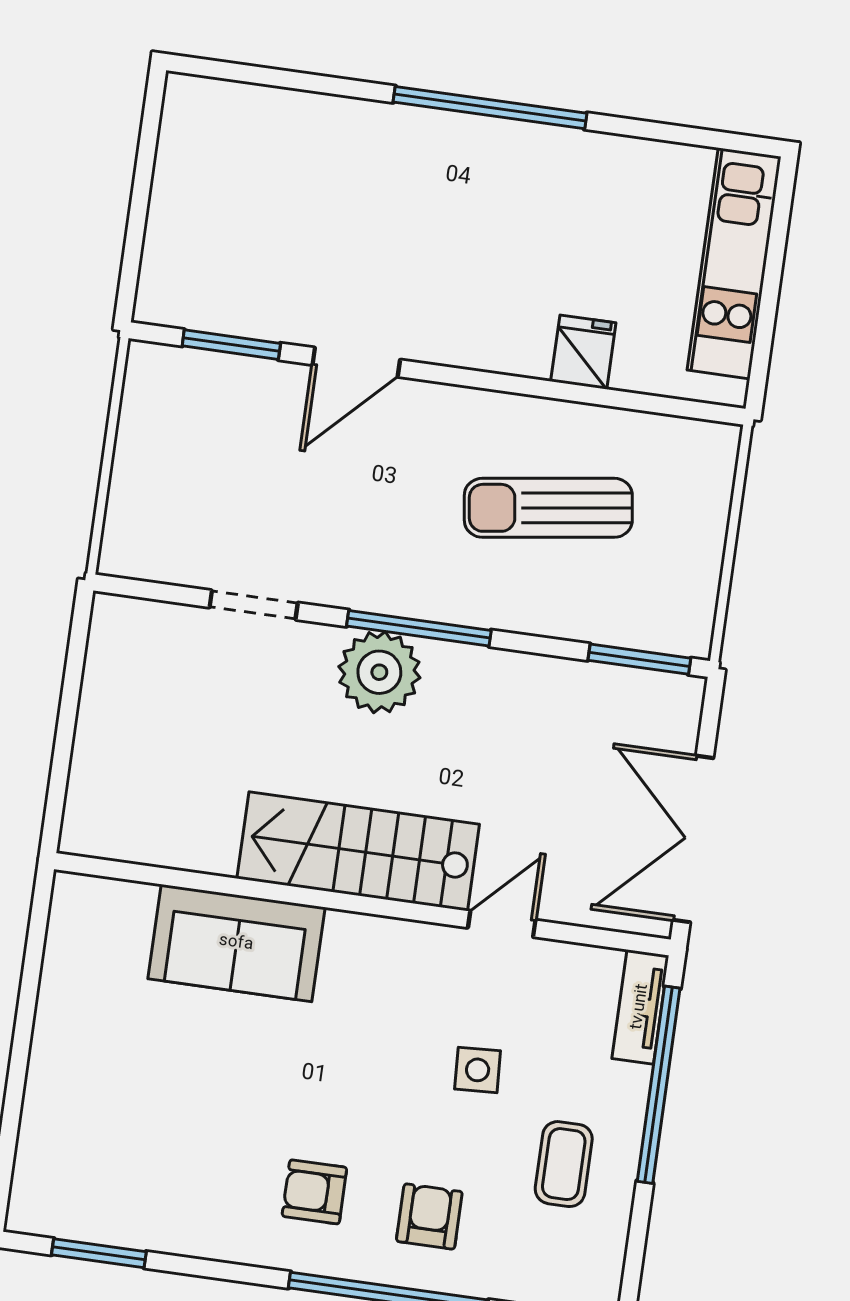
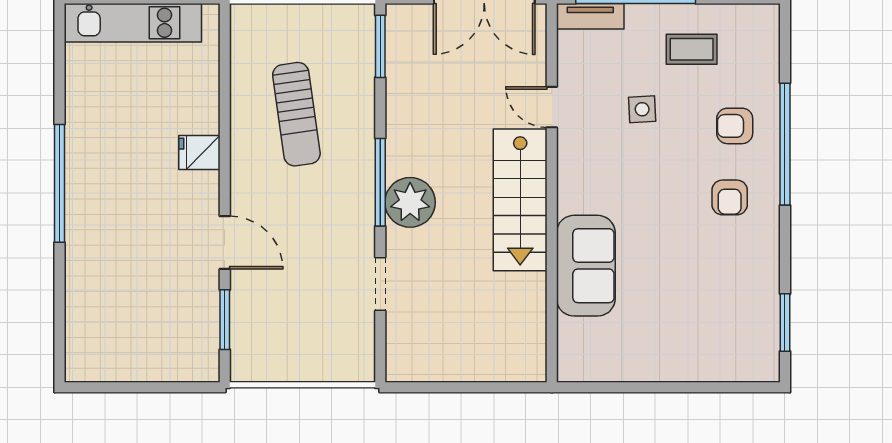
fridge: (583, 352) -> (199, 153), moved

